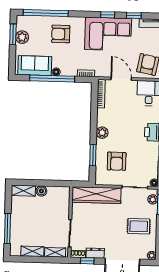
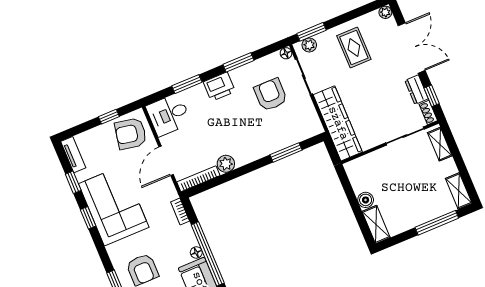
plant: (102, 133) -> (226, 164), moved
armchair: (117, 161) -> (271, 95), moved, turned -90
shelving: (32, 251) -> (459, 191), moved

